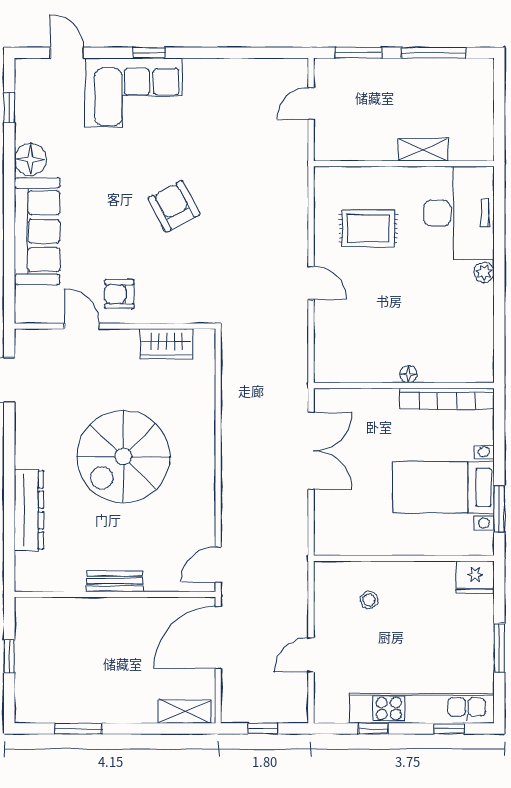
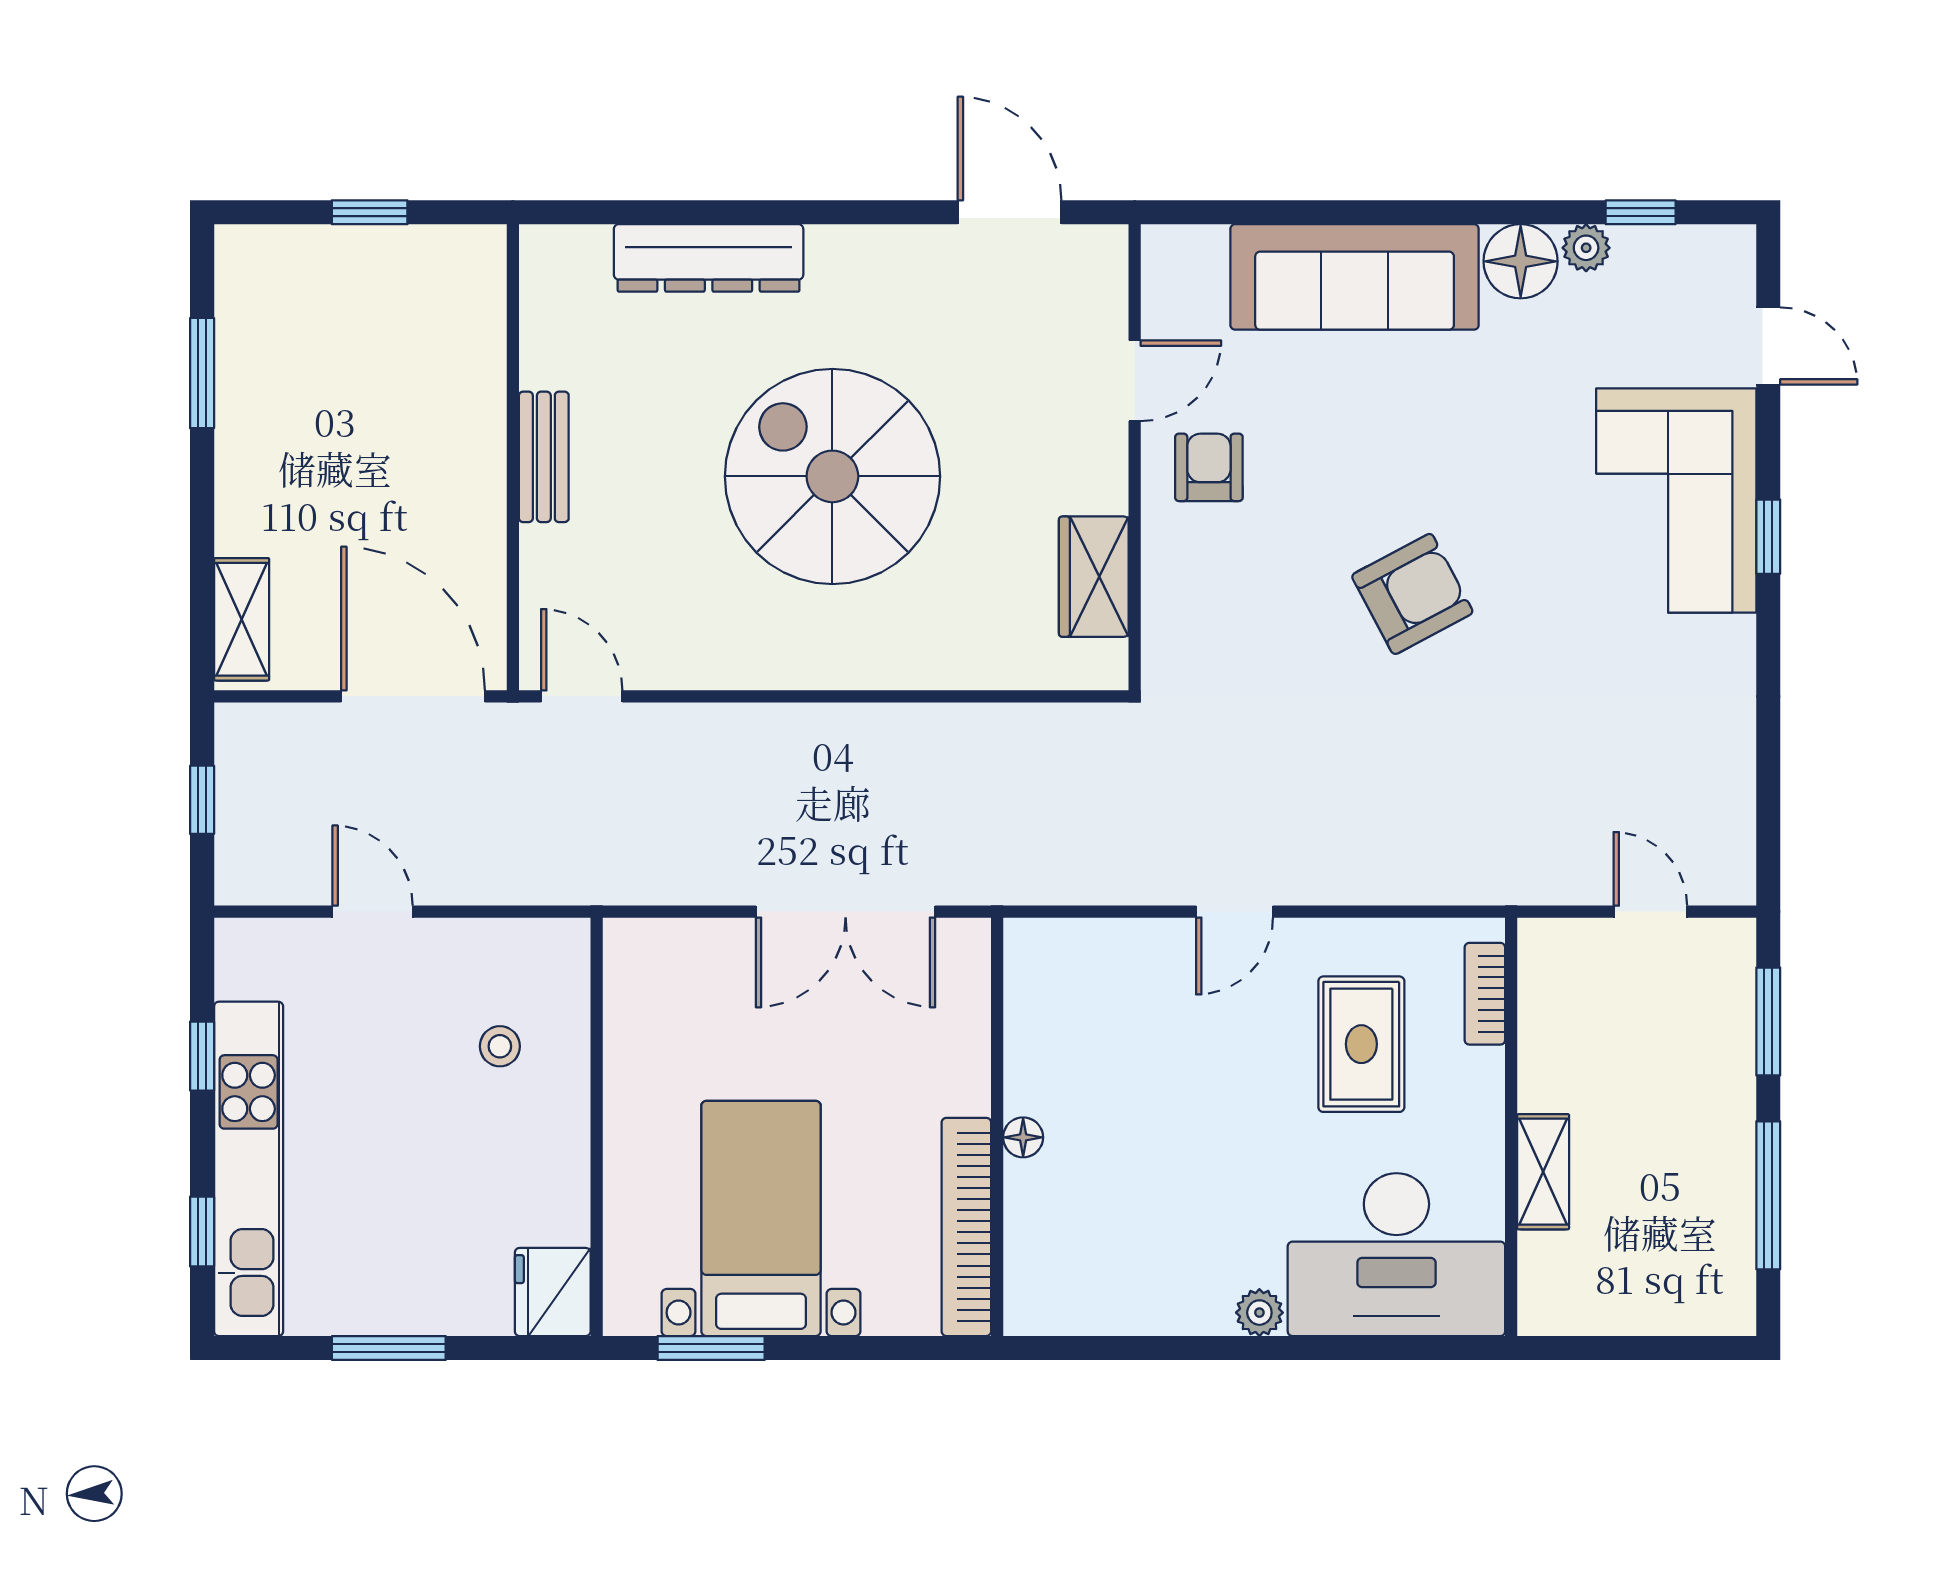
door: (67, 53) -> (1768, 346), hinge flipped
plant: (25, 131) -> (1586, 248), added
bookcase: (346, 175) -> (1485, 994), added

